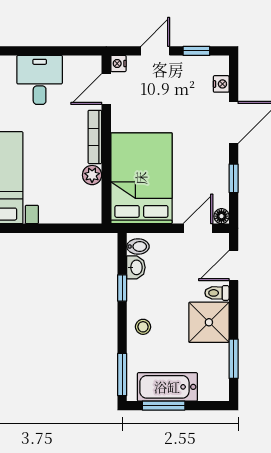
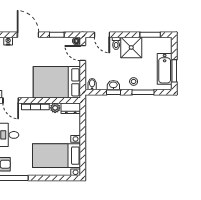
dresser: (91, 205) -> (71, 108), added
washbasin: (136, 267) -> (113, 85), moved
window: (122, 375) -> (143, 92), moved

